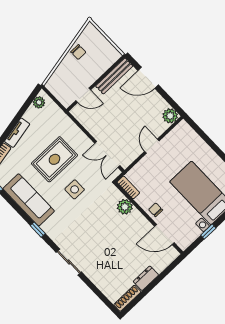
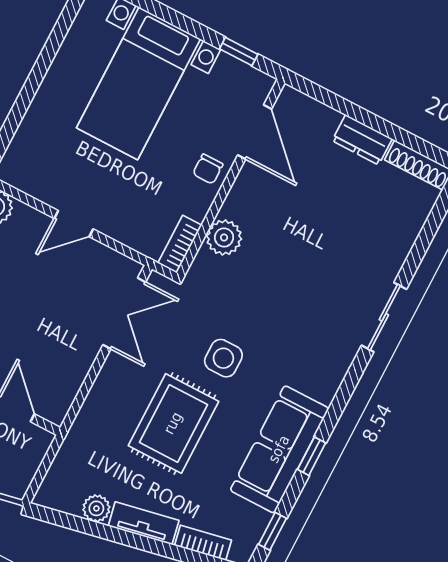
plant: (39, 102) -> (96, 508), moved
rug: (54, 159) -> (173, 423), turned 90
window: (38, 230) -> (312, 456), moved
window: (208, 232) -> (239, 52), moved

